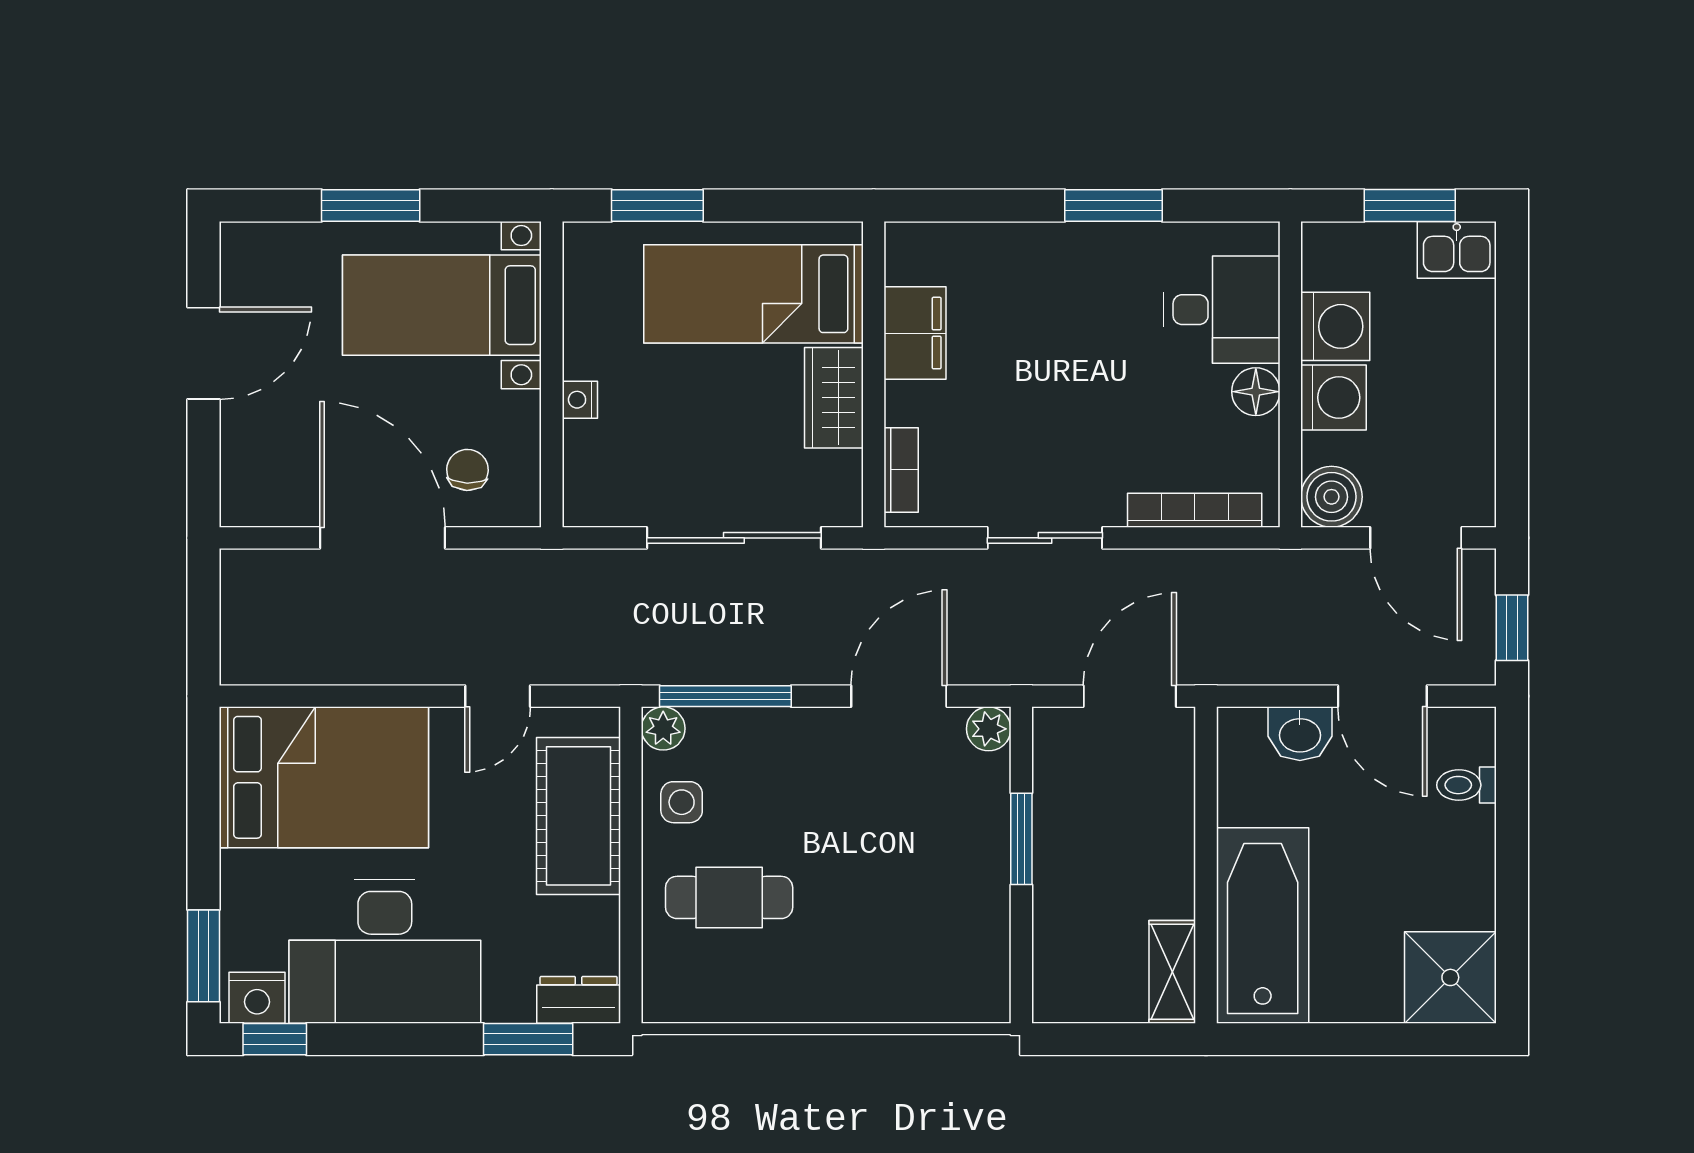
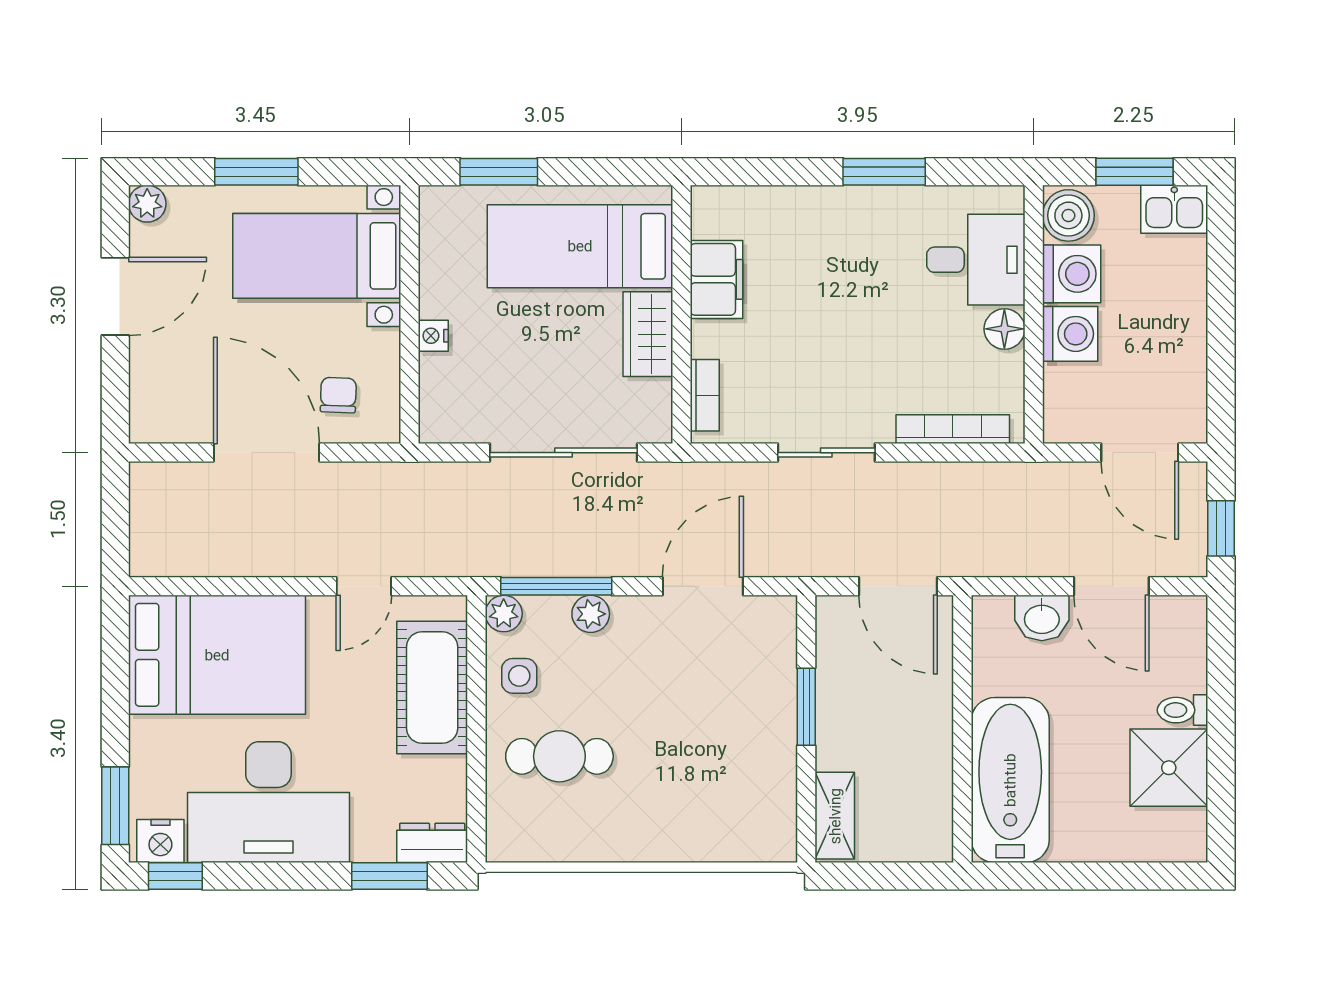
plant: (241, 243) -> (147, 204), added
boiler: (1331, 497) -> (1068, 215), moved
door: (1130, 696) -> (898, 586), swing flipped
plant: (989, 729) -> (591, 614), moved
toilet: (1467, 785) -> (1183, 710), moved
shelving: (1172, 972) -> (835, 816), moved
shower: (1450, 977) -> (1169, 768), moved

